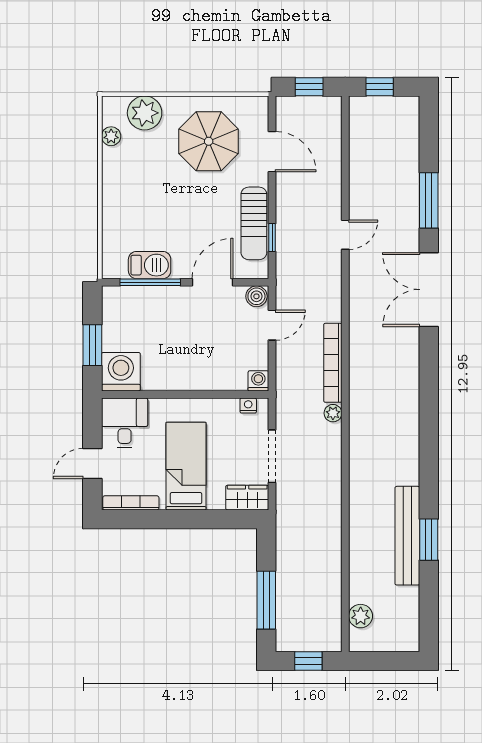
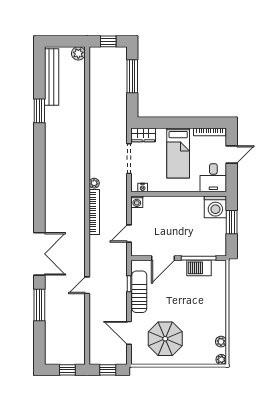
plant: (145, 113) -> (221, 359), moved, width x0.53, depth x0.53
boiler: (256, 296) -> (138, 250), removed
bench: (407, 536) -> (52, 77), moved
plant: (361, 616) -> (78, 53), moved

